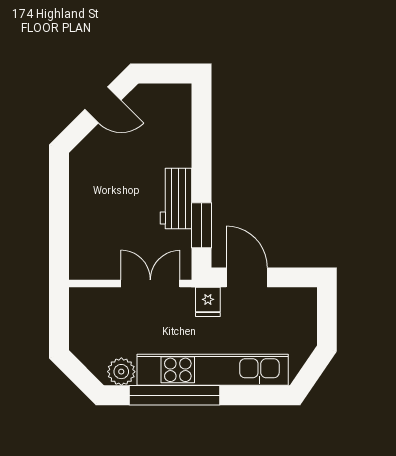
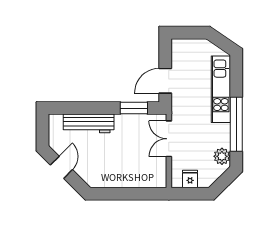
workbench: (176, 199) -> (89, 123), moved, width x1.38
fridge: (208, 302) -> (190, 179), moved, turned -90
kitchen unit: (213, 370) -> (221, 89), width x0.73

